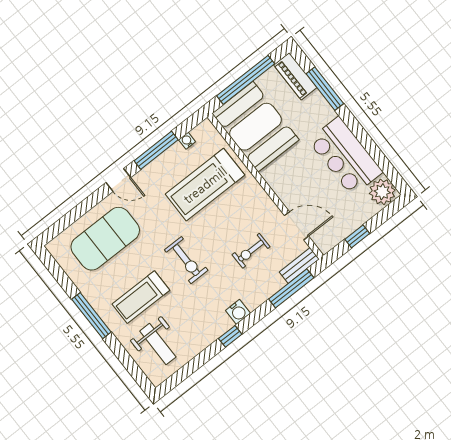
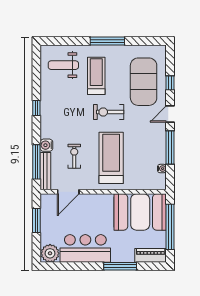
window: (325, 89) -> (120, 266), moved
treadmill: (205, 185) -> (111, 158), moved
window: (83, 208) -> (170, 83), added
window: (357, 236) -> (36, 220), width x1.50
exercise bike: (186, 260) -> (109, 112), moved
bench: (299, 265) -> (45, 171), width x1.36
water cooler: (238, 312) -> (46, 145), moved

